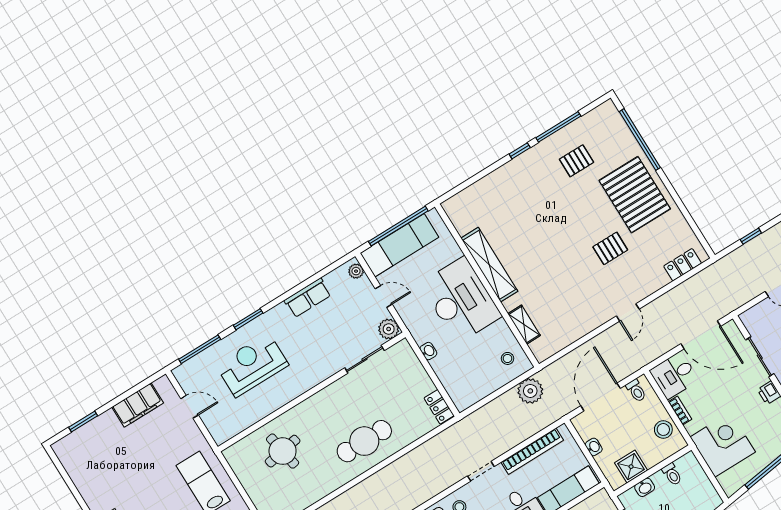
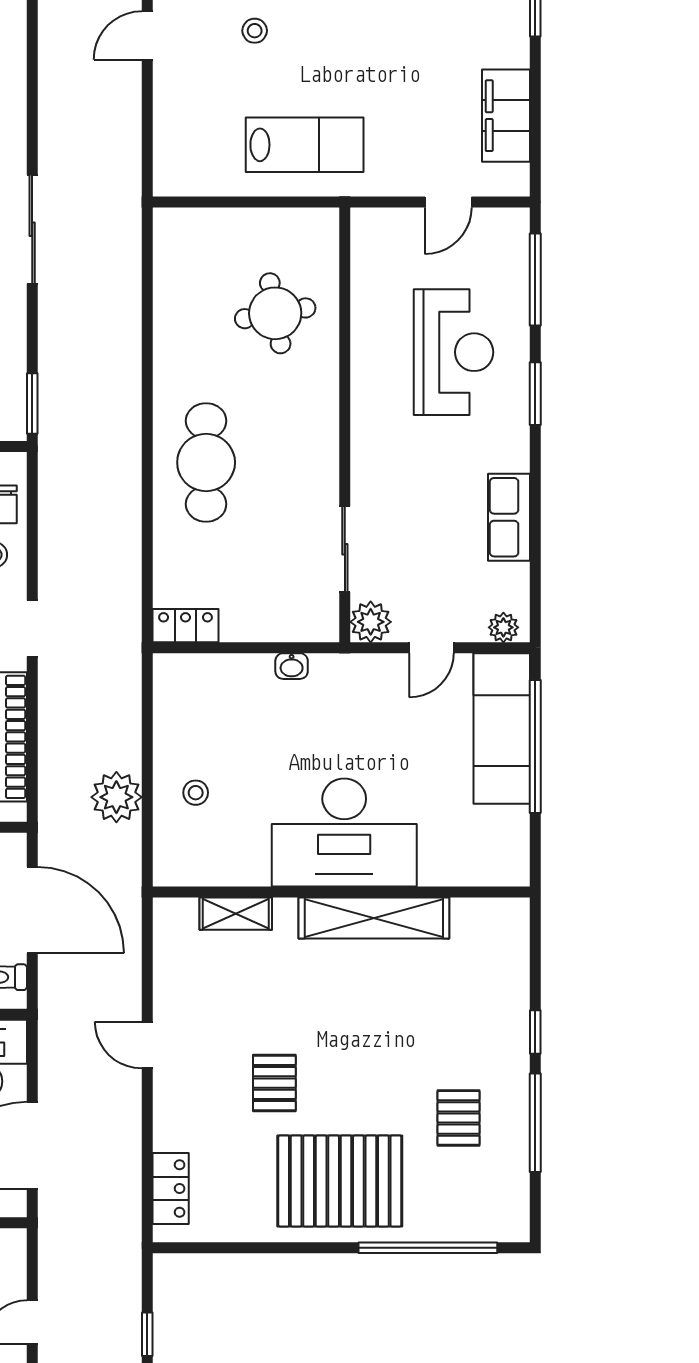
shelving: (489, 265) -> (374, 918), moved
wall: (487, 285) -> (341, 892), moved
desk: (461, 300) -> (344, 832), moved
shelving: (524, 325) -> (236, 914), moved

